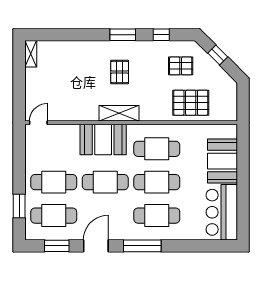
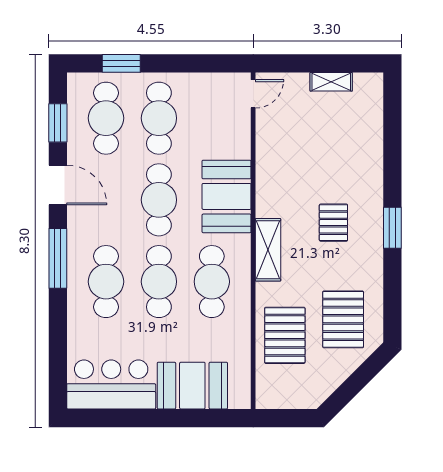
window: (161, 35) -> (392, 289), removed
shelving: (31, 54) -> (331, 82), moved
window: (218, 55) -> (360, 378), removed
pallet: (181, 66) -> (343, 319), width x1.50, depth x1.42
pallet: (120, 72) -> (333, 223), turned 90
shelving: (119, 113) -> (268, 250), moved
door: (38, 123) -> (253, 94), hinge flipped

